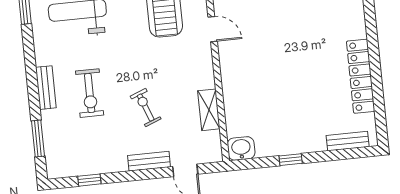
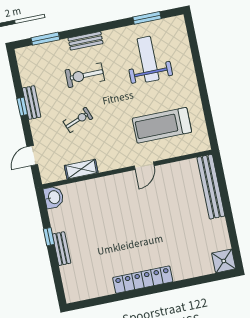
locker: (361, 76) -> (143, 280), moved
bench: (348, 141) -> (62, 249), moved
bench: (149, 161) -> (32, 103), moved
window: (89, 180) -> (22, 106), moved

